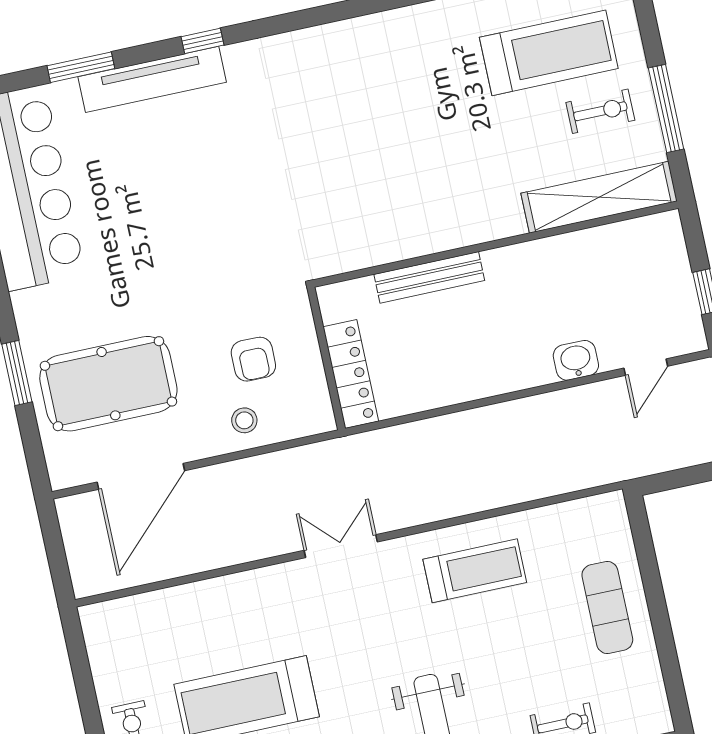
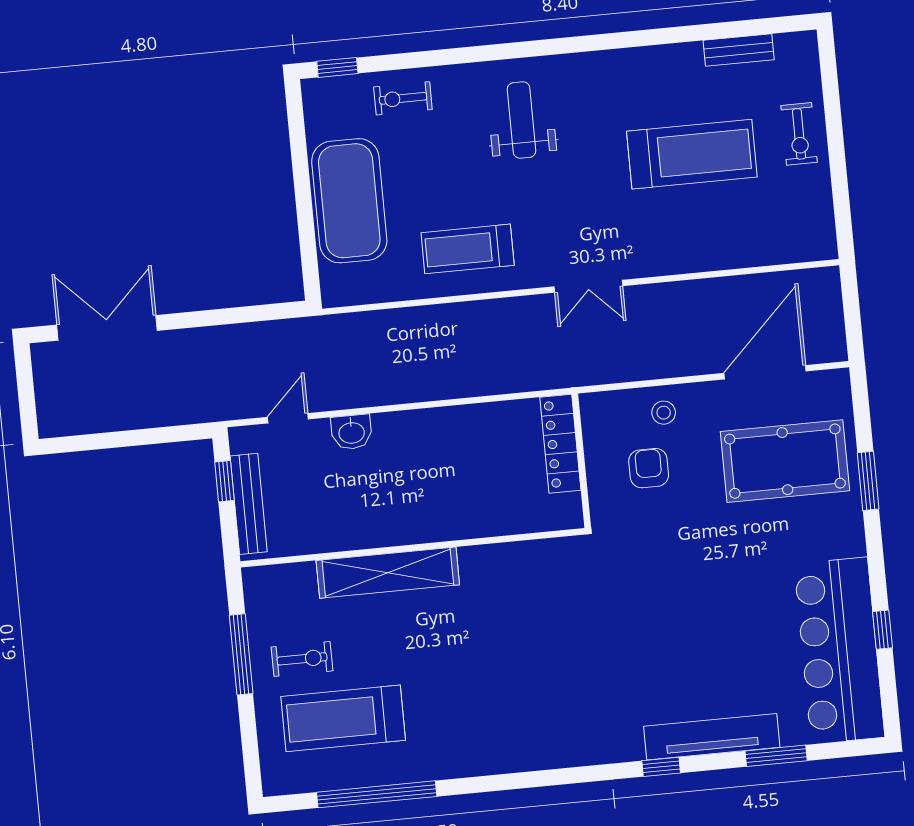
exercise bike: (600, 111) -> (302, 659), turned 180
shelving: (599, 197) -> (388, 573), moved
bench: (429, 277) -> (249, 504), moved, turned 90
exercise mat: (607, 608) -> (349, 201), width x2.00, depth x1.45

